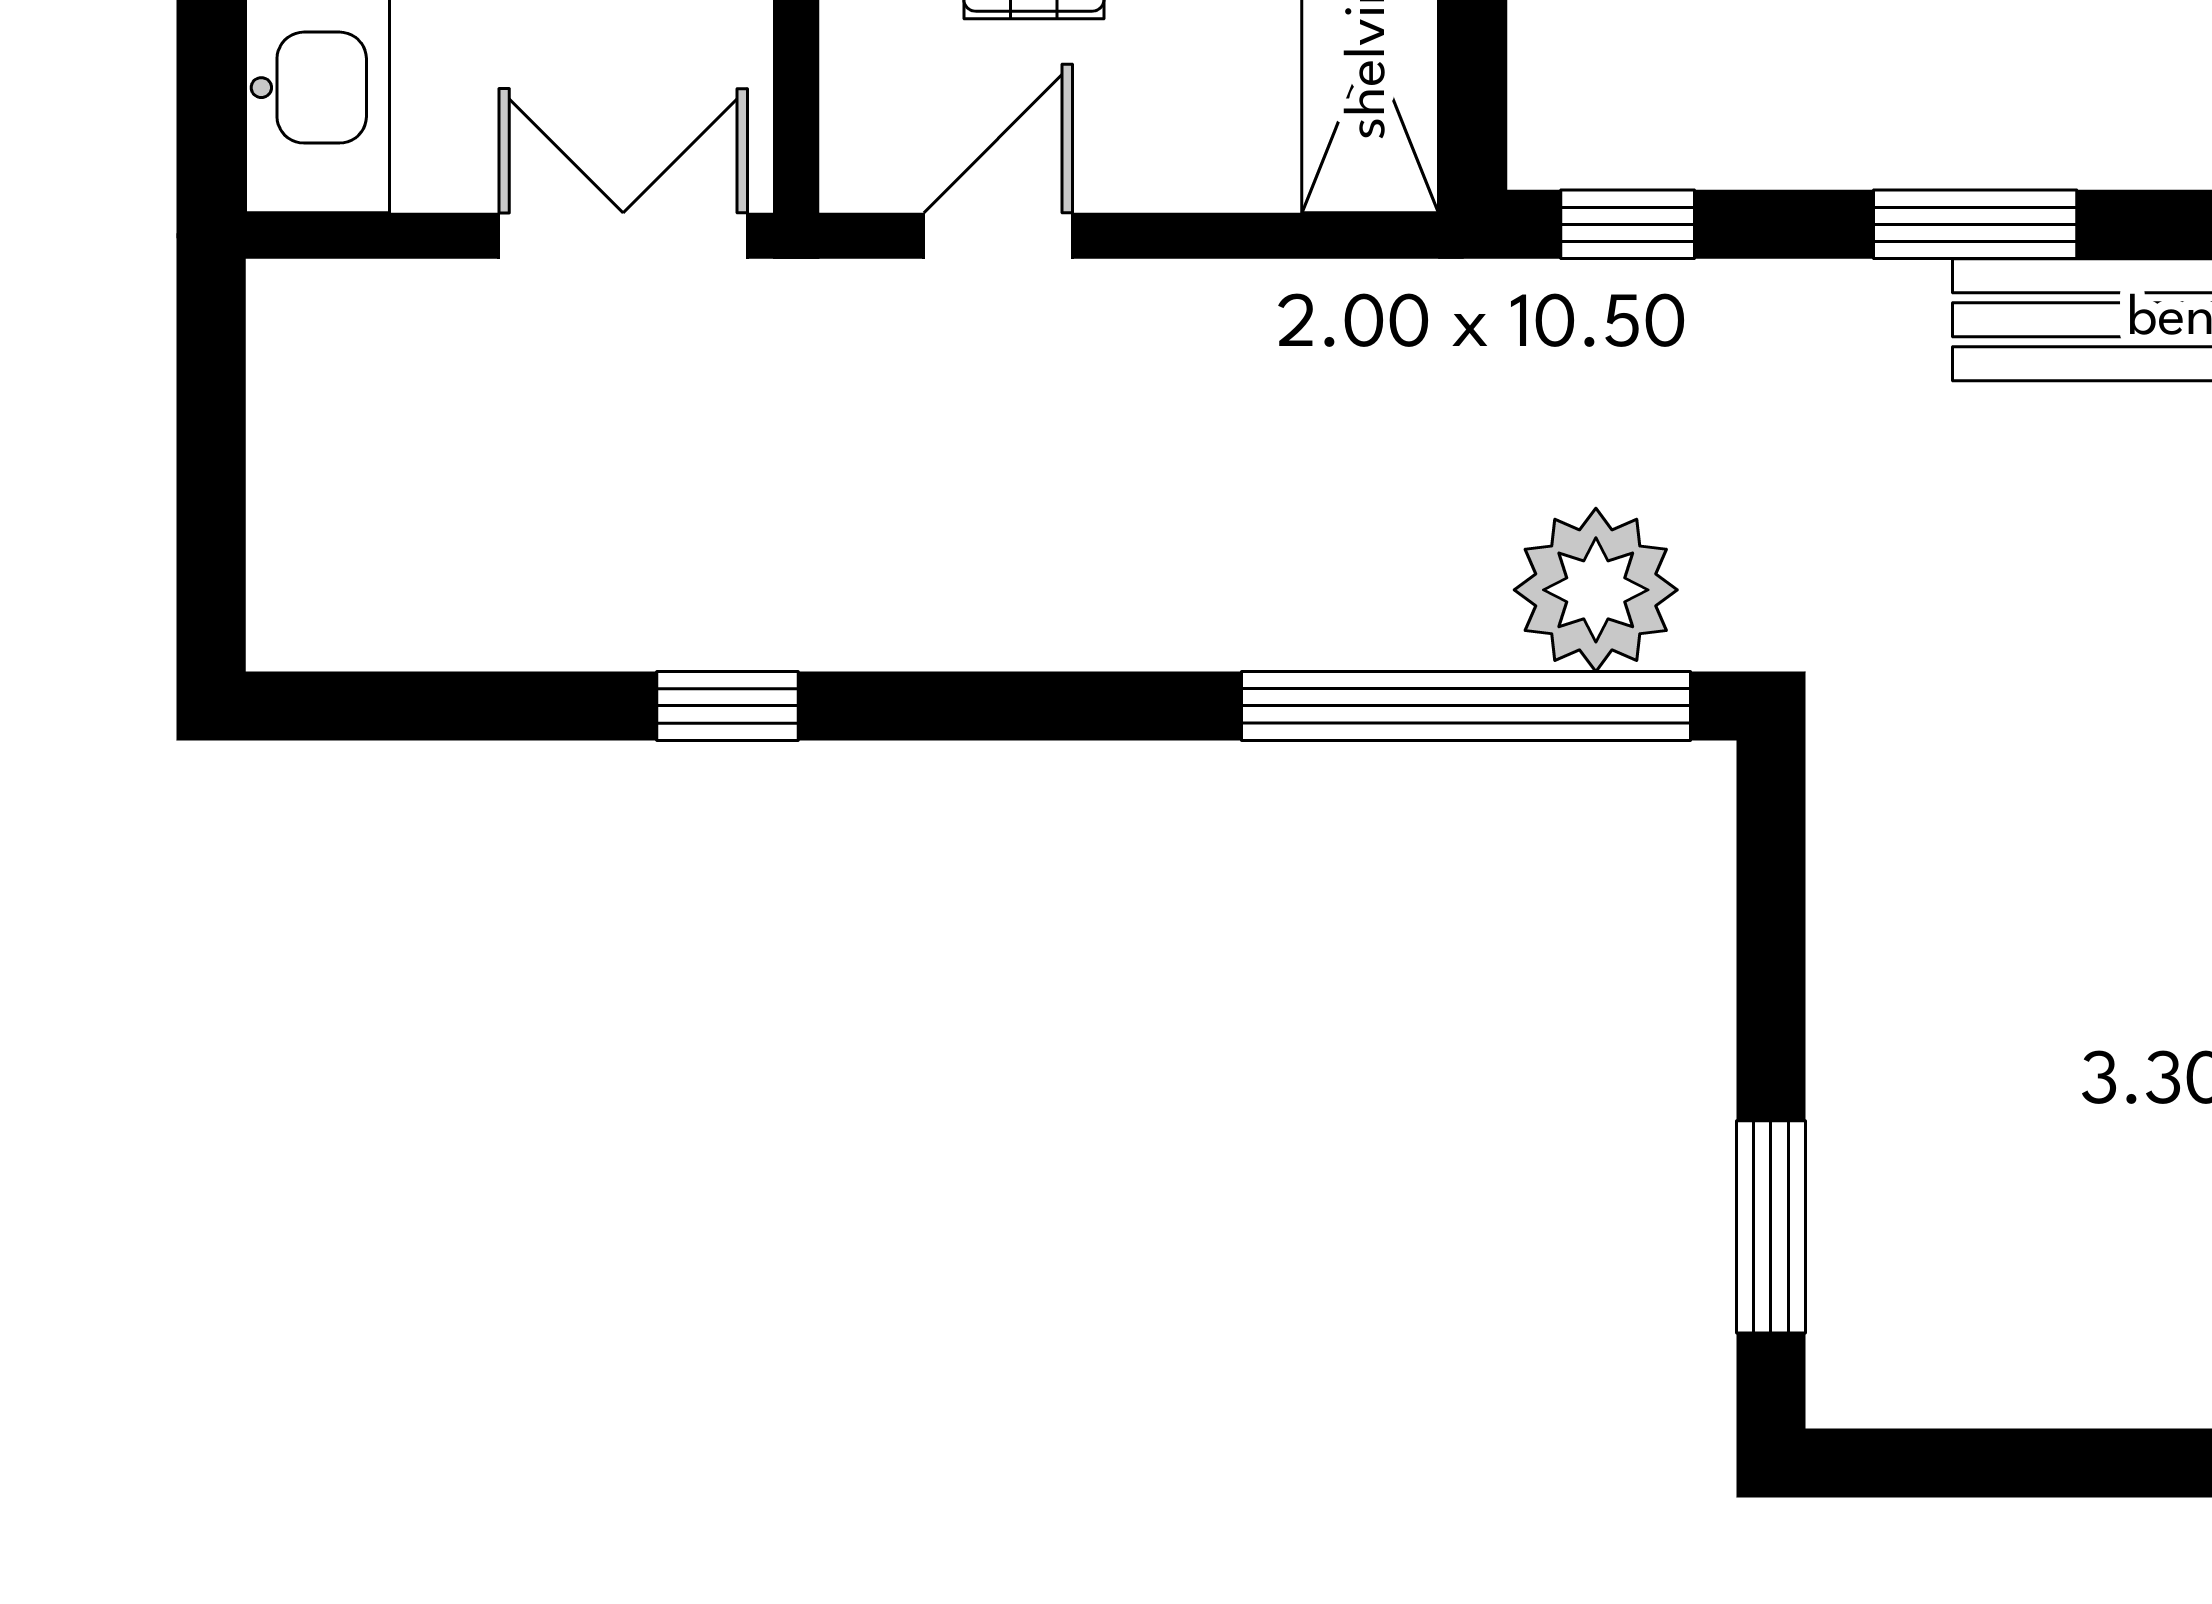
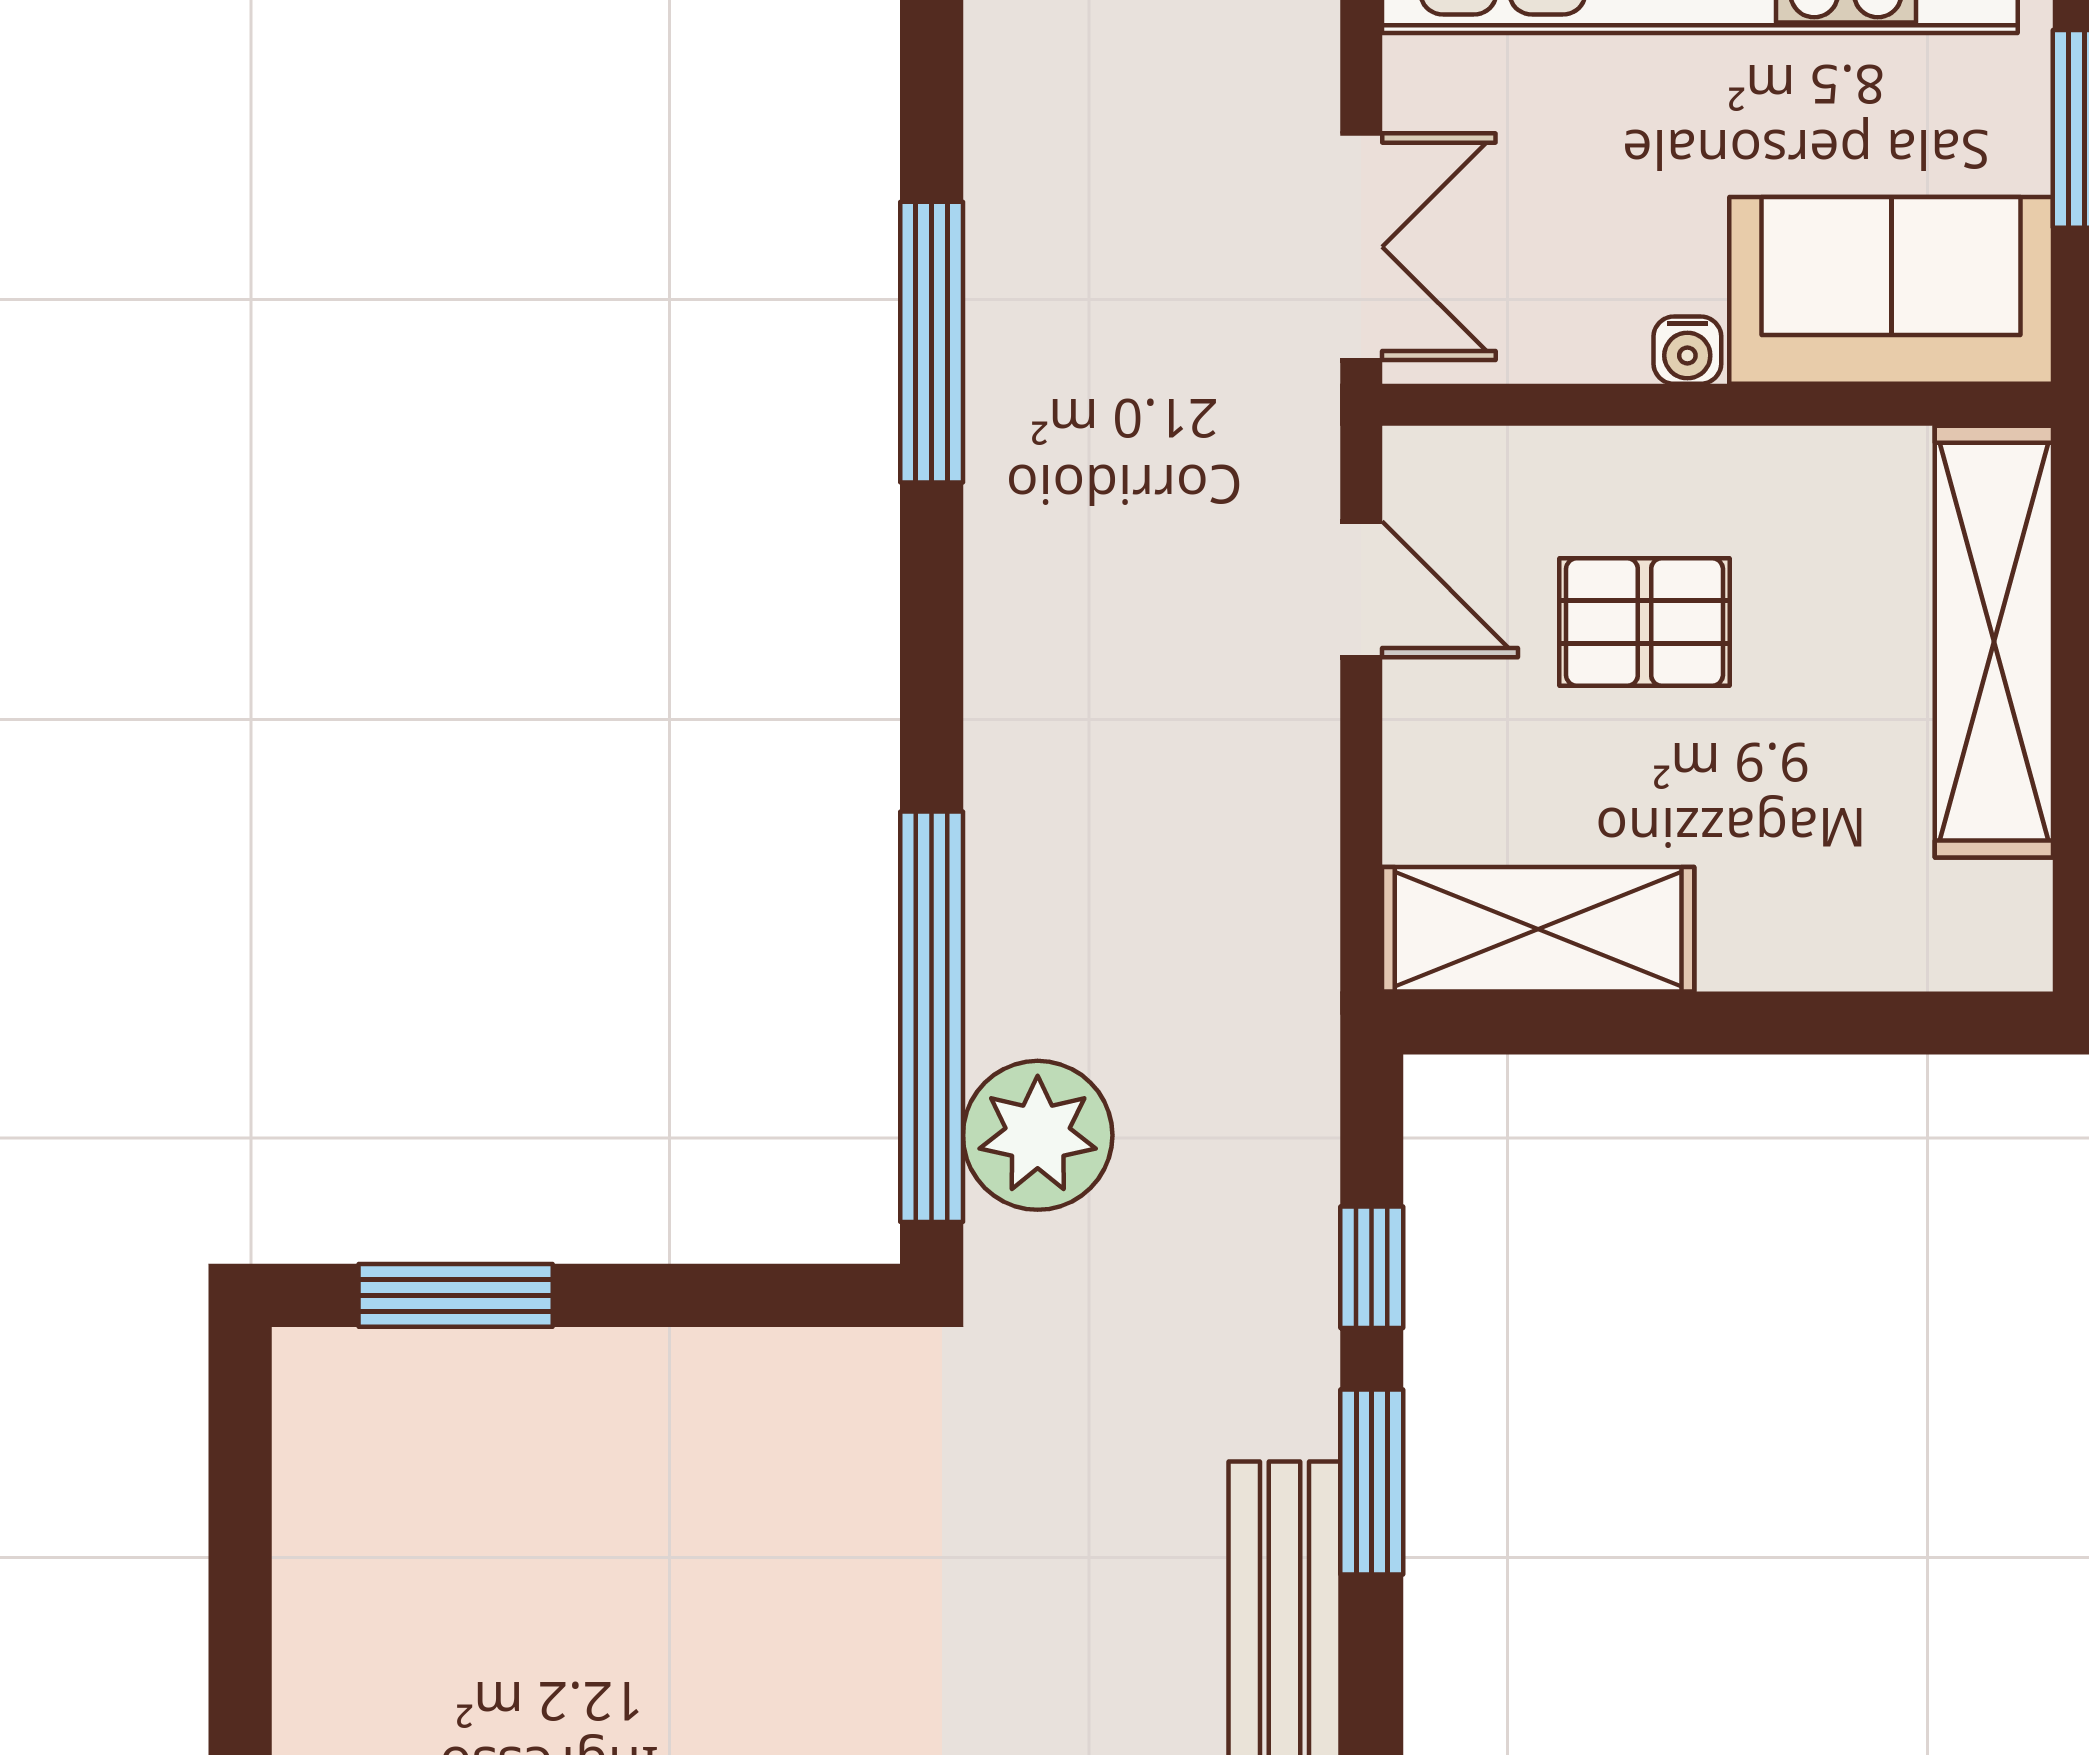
window: (1628, 224) -> (1372, 1267), moved
window: (728, 706) -> (932, 342), width x2.17

